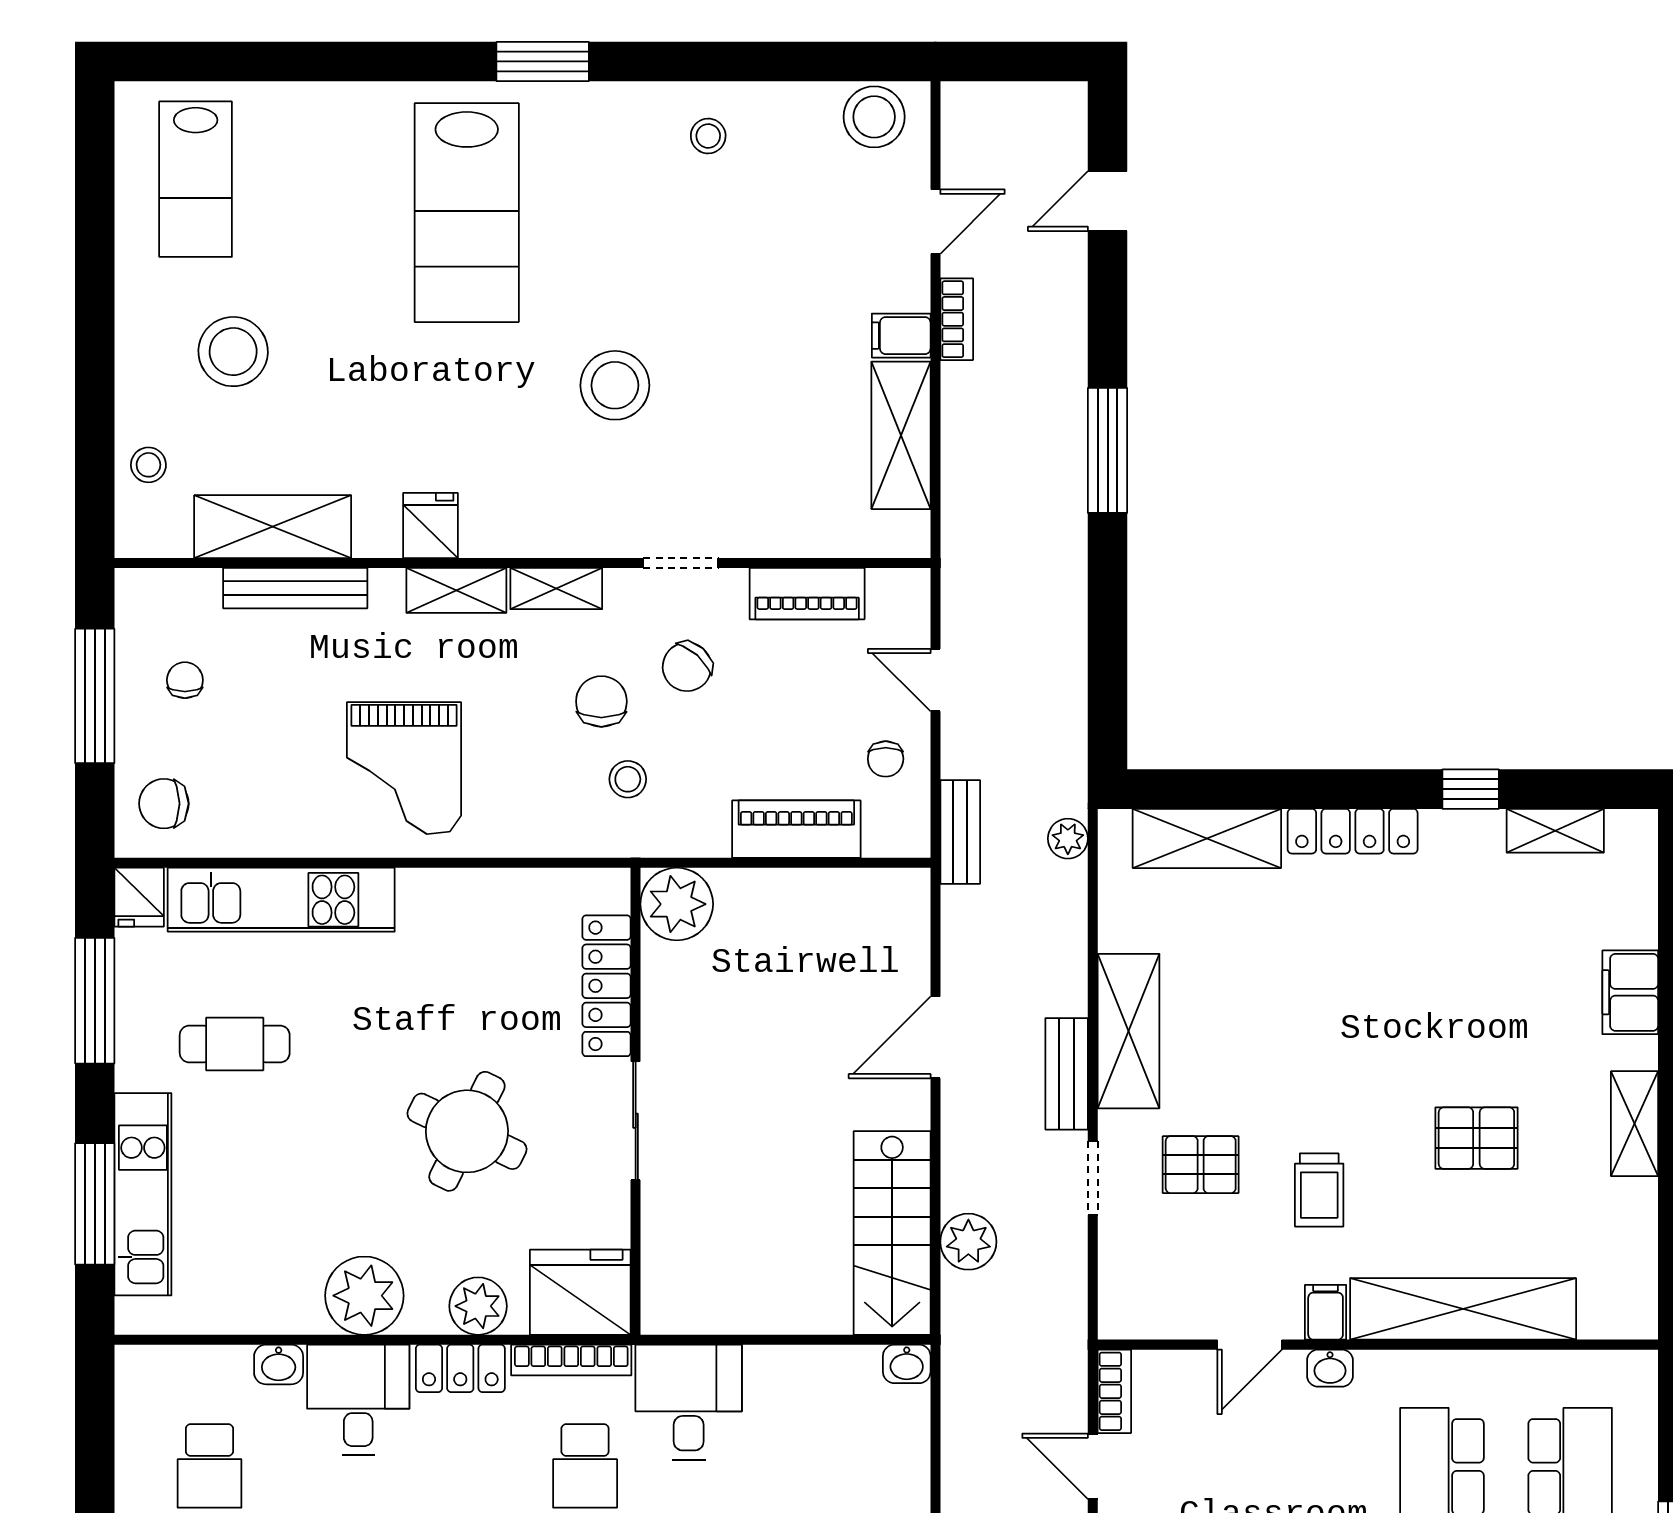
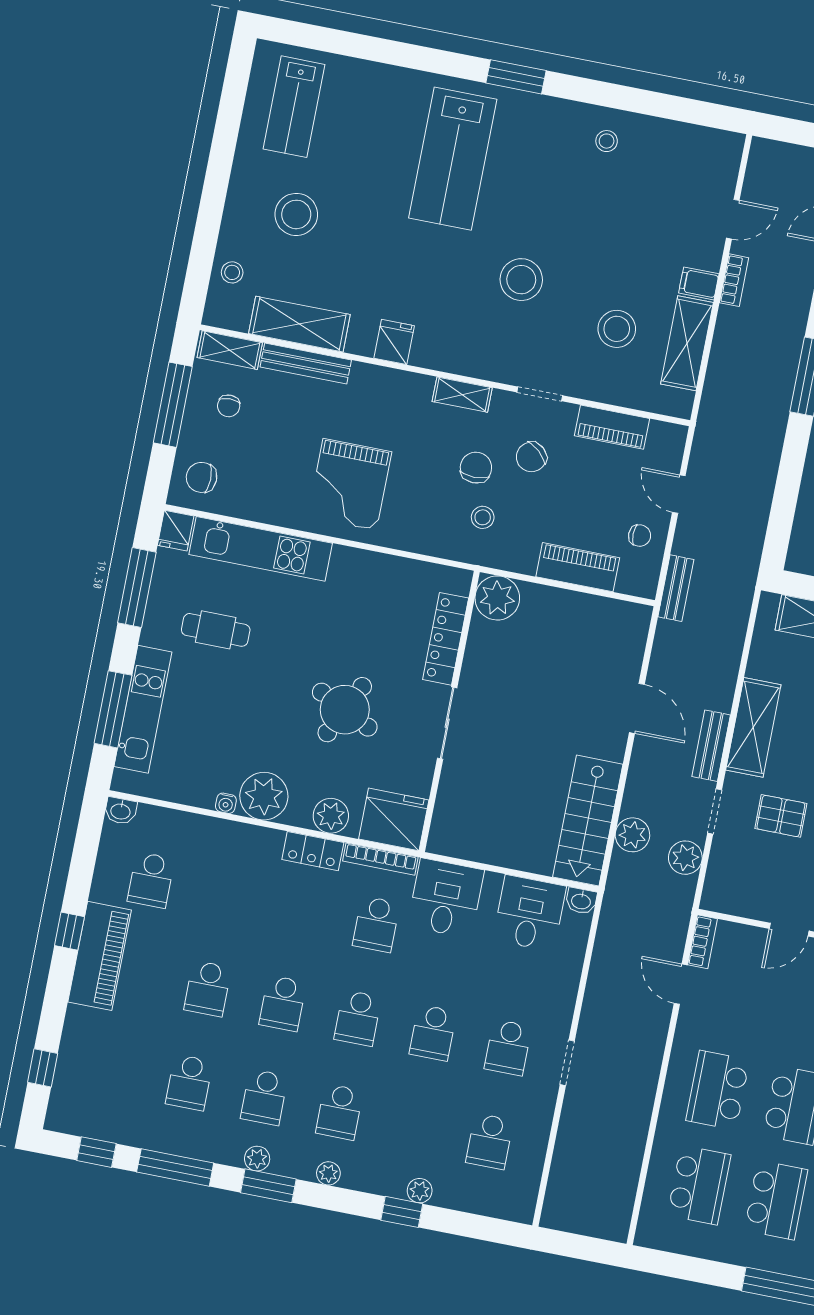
stool: (874, 117) -> (617, 329), moved
shelving: (456, 590) -> (230, 350), moved
chair: (185, 680) -> (229, 406), turned 180
chair: (886, 759) -> (640, 536), turned -90
plant: (1068, 839) -> (685, 858), moved, width x1.38, depth x1.38
door: (935, 1037) -> (637, 708), swing flipped
water cooler: (306, 1319) -> (226, 803), added
washbasin: (279, 1364) -> (121, 811), moved
desk: (358, 1400) -> (530, 913), moved

